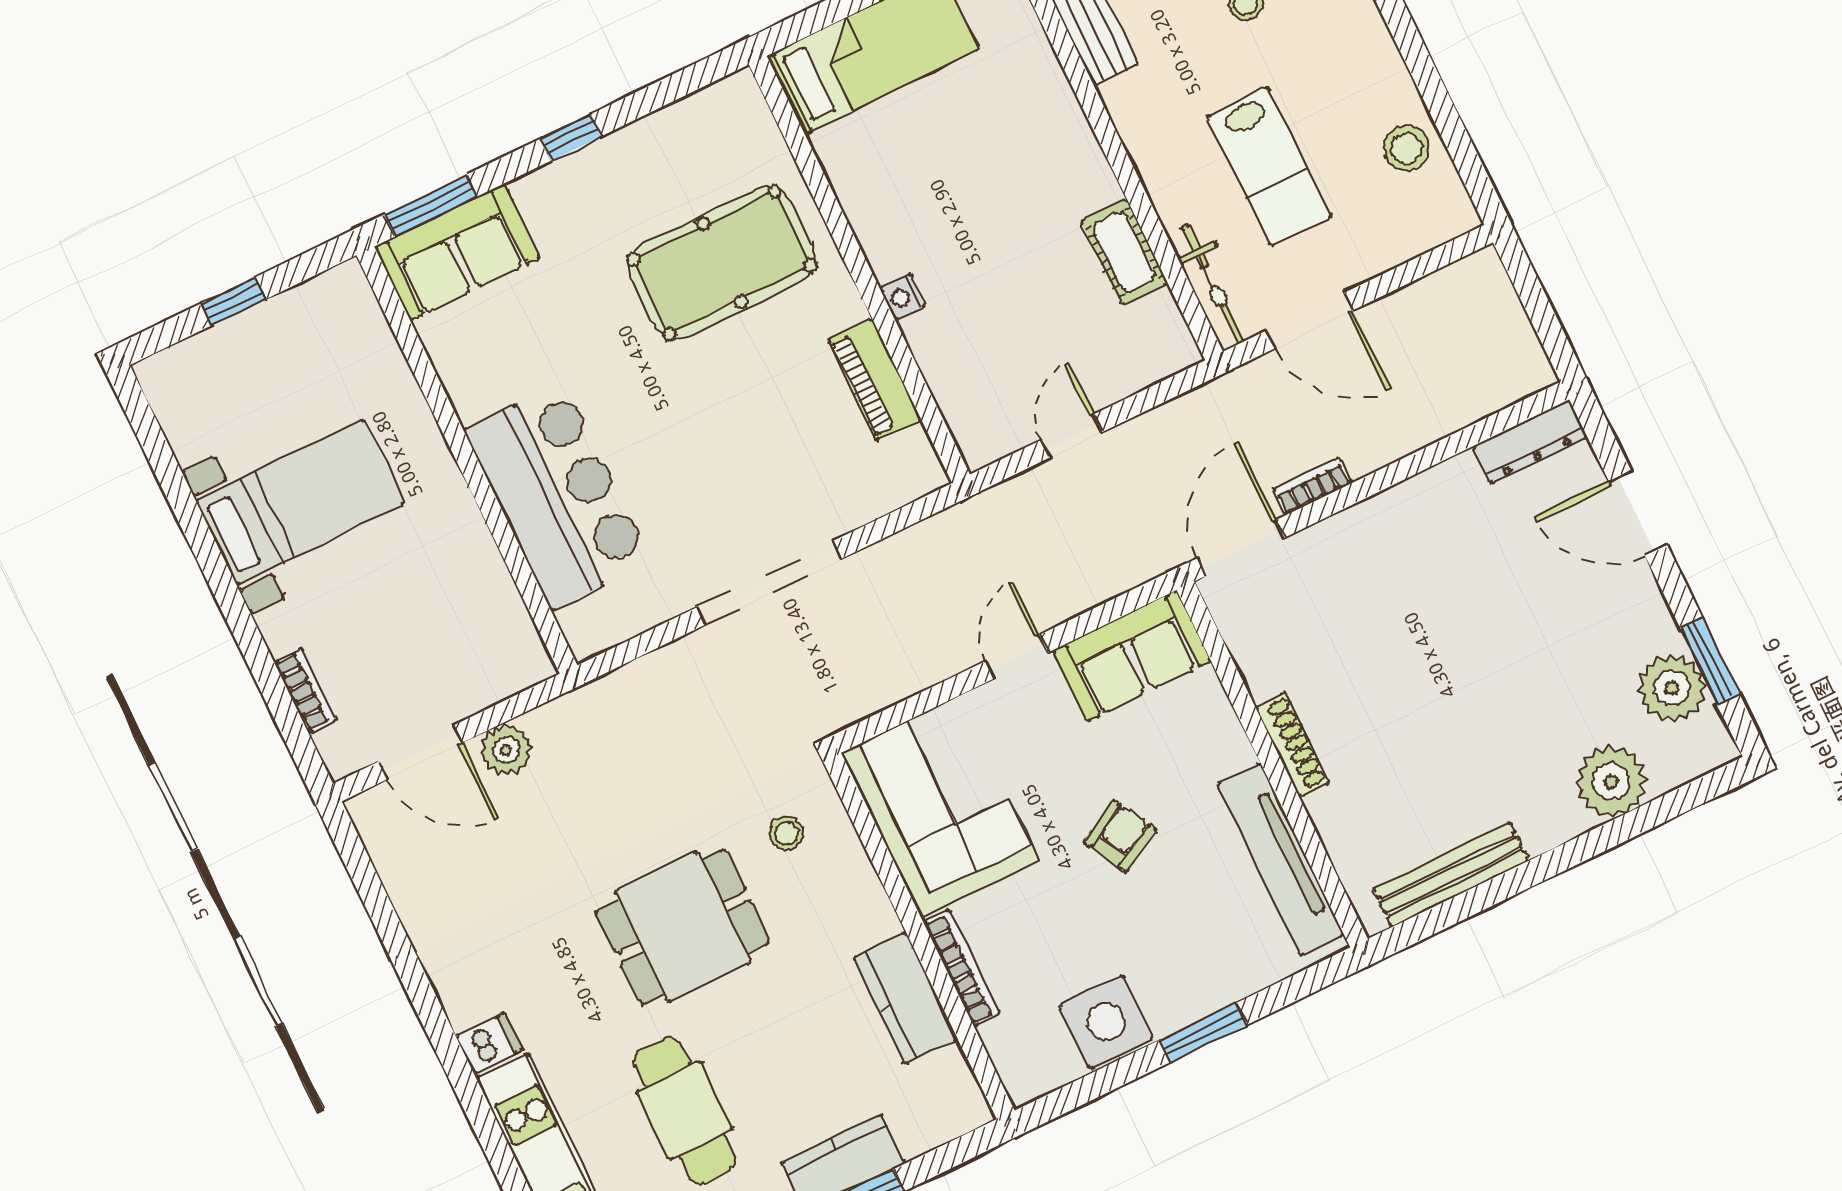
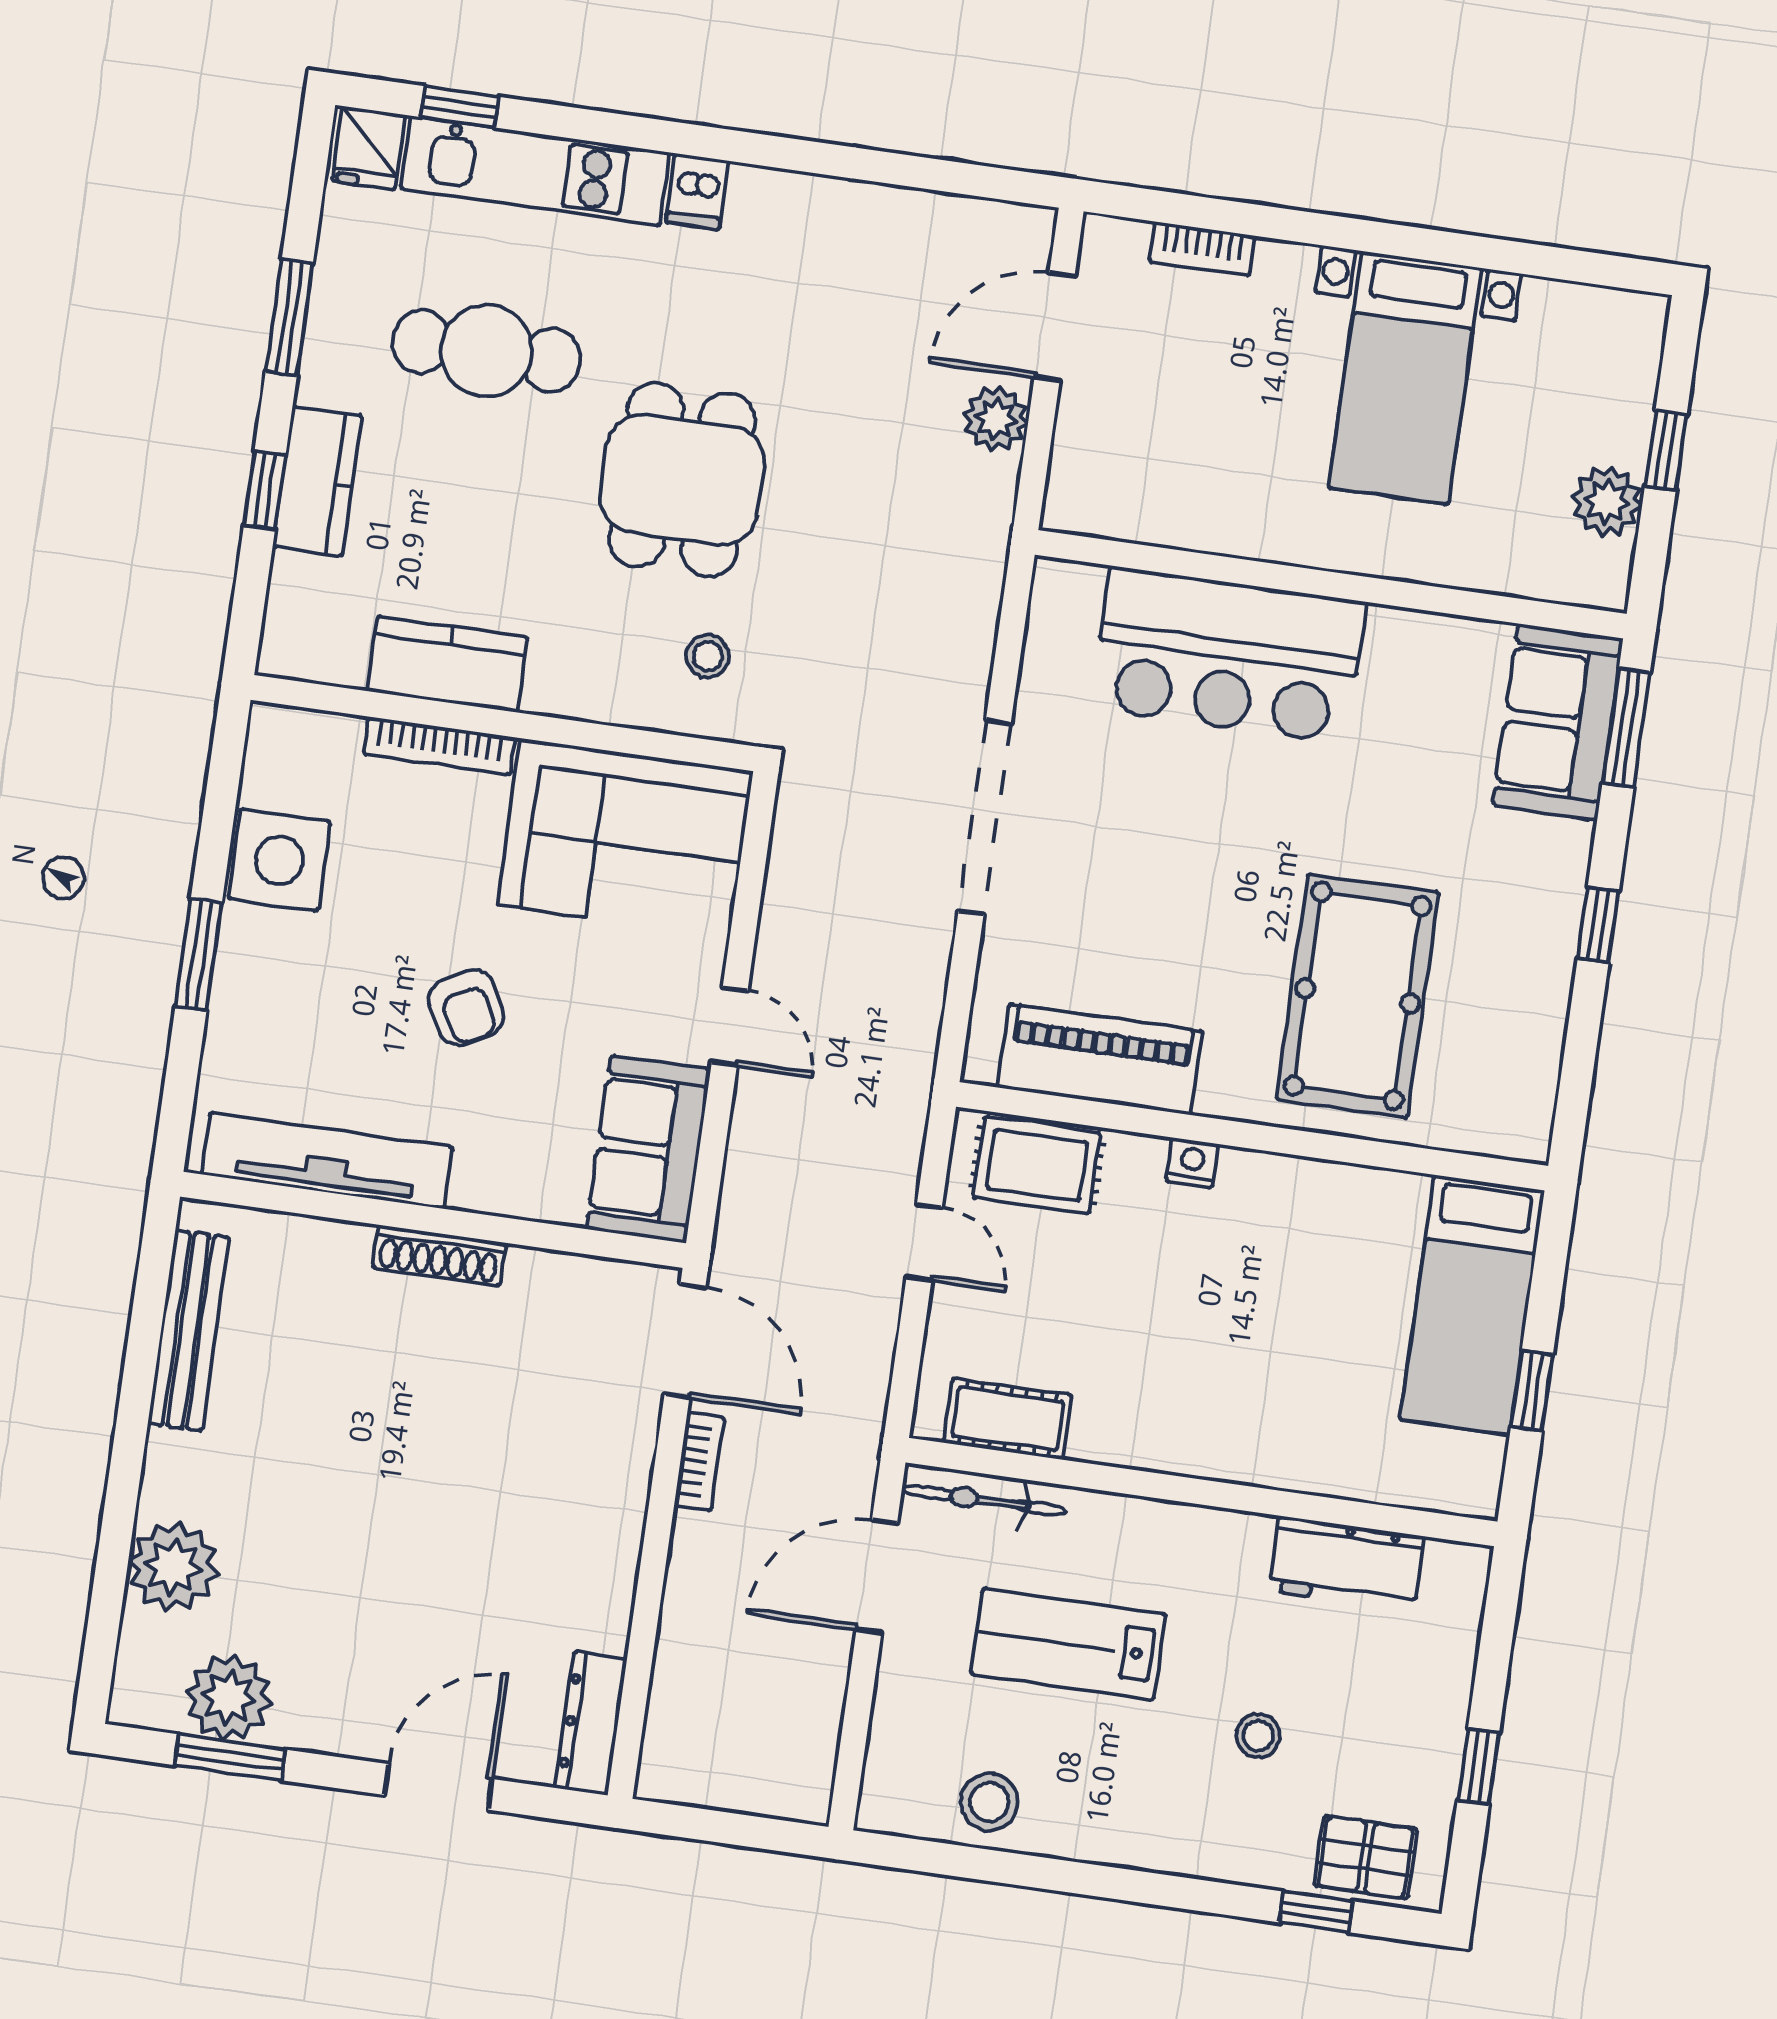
cot: (1124, 252) -> (1008, 1419), moved
plant: (292, 317) -> (1607, 501), added
piano: (874, 380) -> (1100, 1059), width x1.37, depth x1.33
rug: (972, 397) -> (1037, 1165), added

